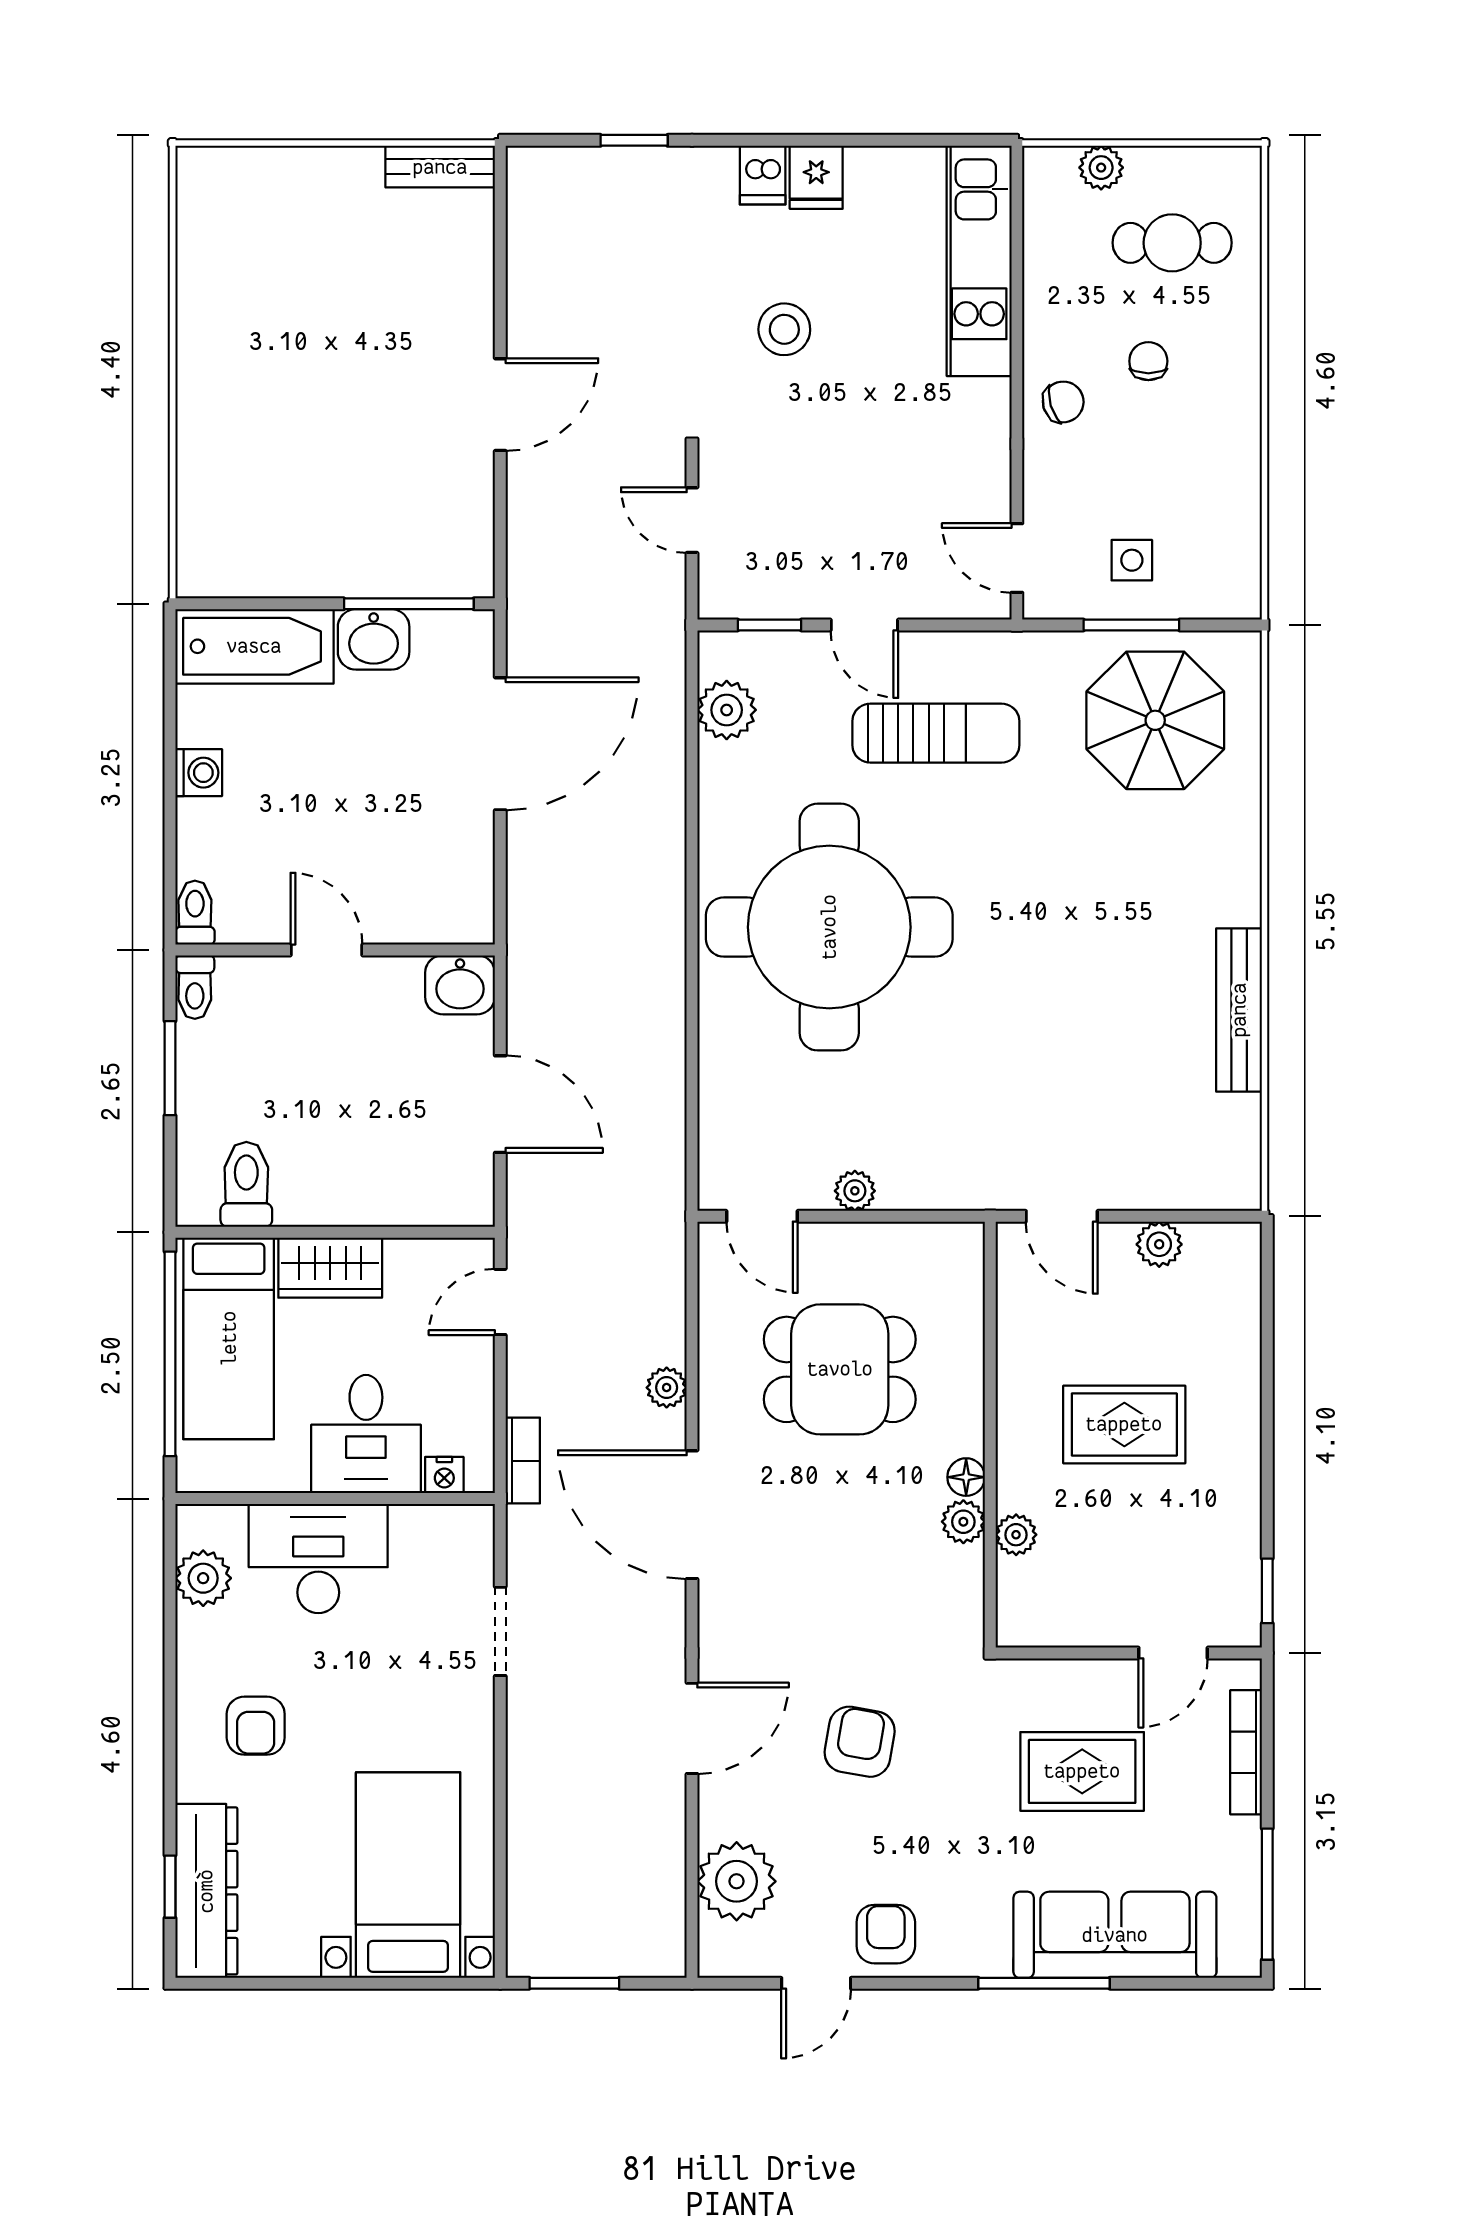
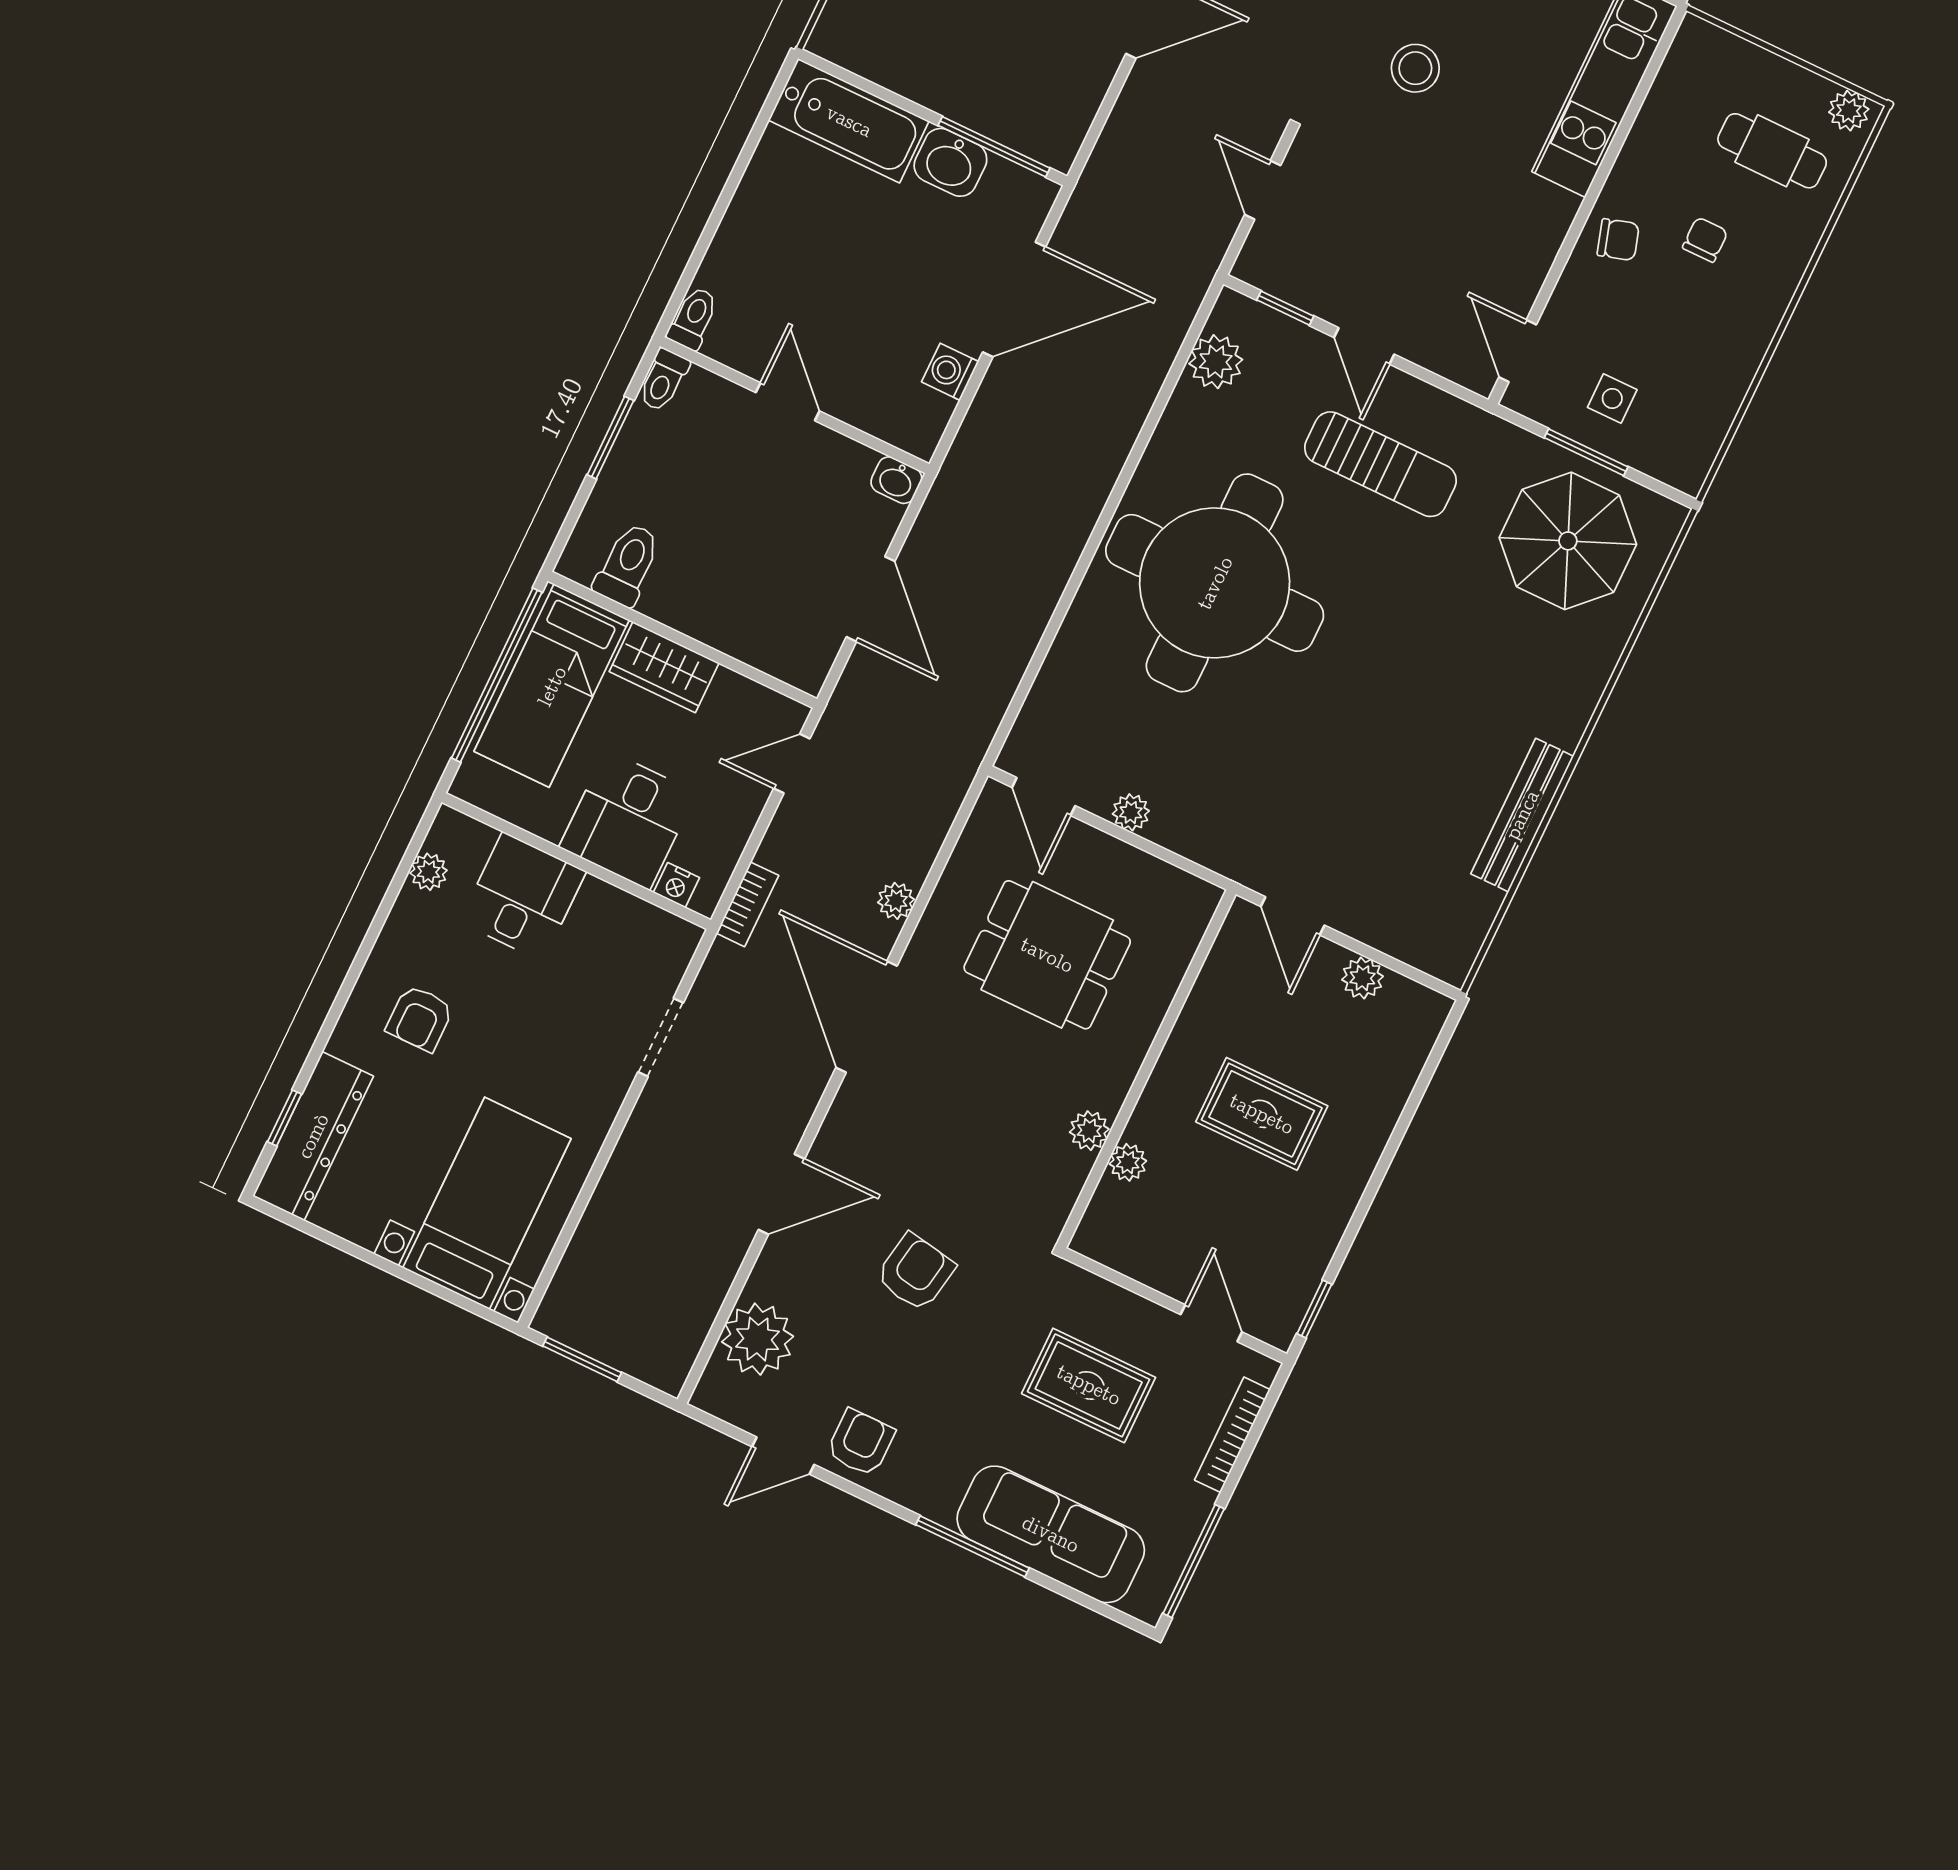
plant: (1101, 168) -> (1849, 111), moved
washing machine: (199, 773) -> (950, 372), moved, turned 180
washbasin: (460, 985) -> (896, 480), width x0.72, depth x0.69
floor lamp: (966, 1477) -> (1109, 1095), removed
desk: (318, 1559) -> (523, 897), width x0.73
plant: (203, 1578) -> (429, 872), width x0.73, depth x0.73
door: (1173, 1653) -> (1211, 1323), swing flipped

